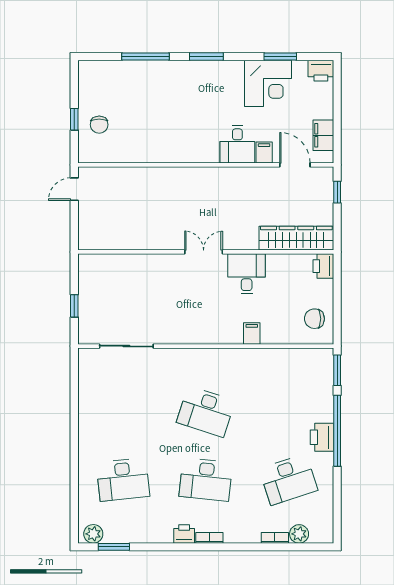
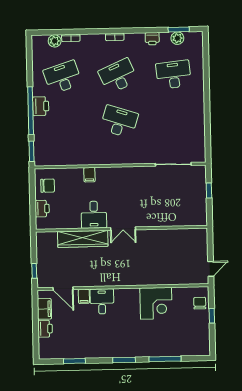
printer: (321, 71) -> (45, 329), moved, turned 90
corner desk: (268, 83) -> (156, 303), moved, turned 180
chair: (99, 125) -> (200, 303), moved
wardrobe: (296, 238) -> (83, 239), moved
printer: (323, 266) -> (42, 209), moved
desk: (206, 480) -> (118, 76), turned -30
plant: (93, 534) -> (177, 38), moved
printer: (184, 534) -> (152, 39), moved

